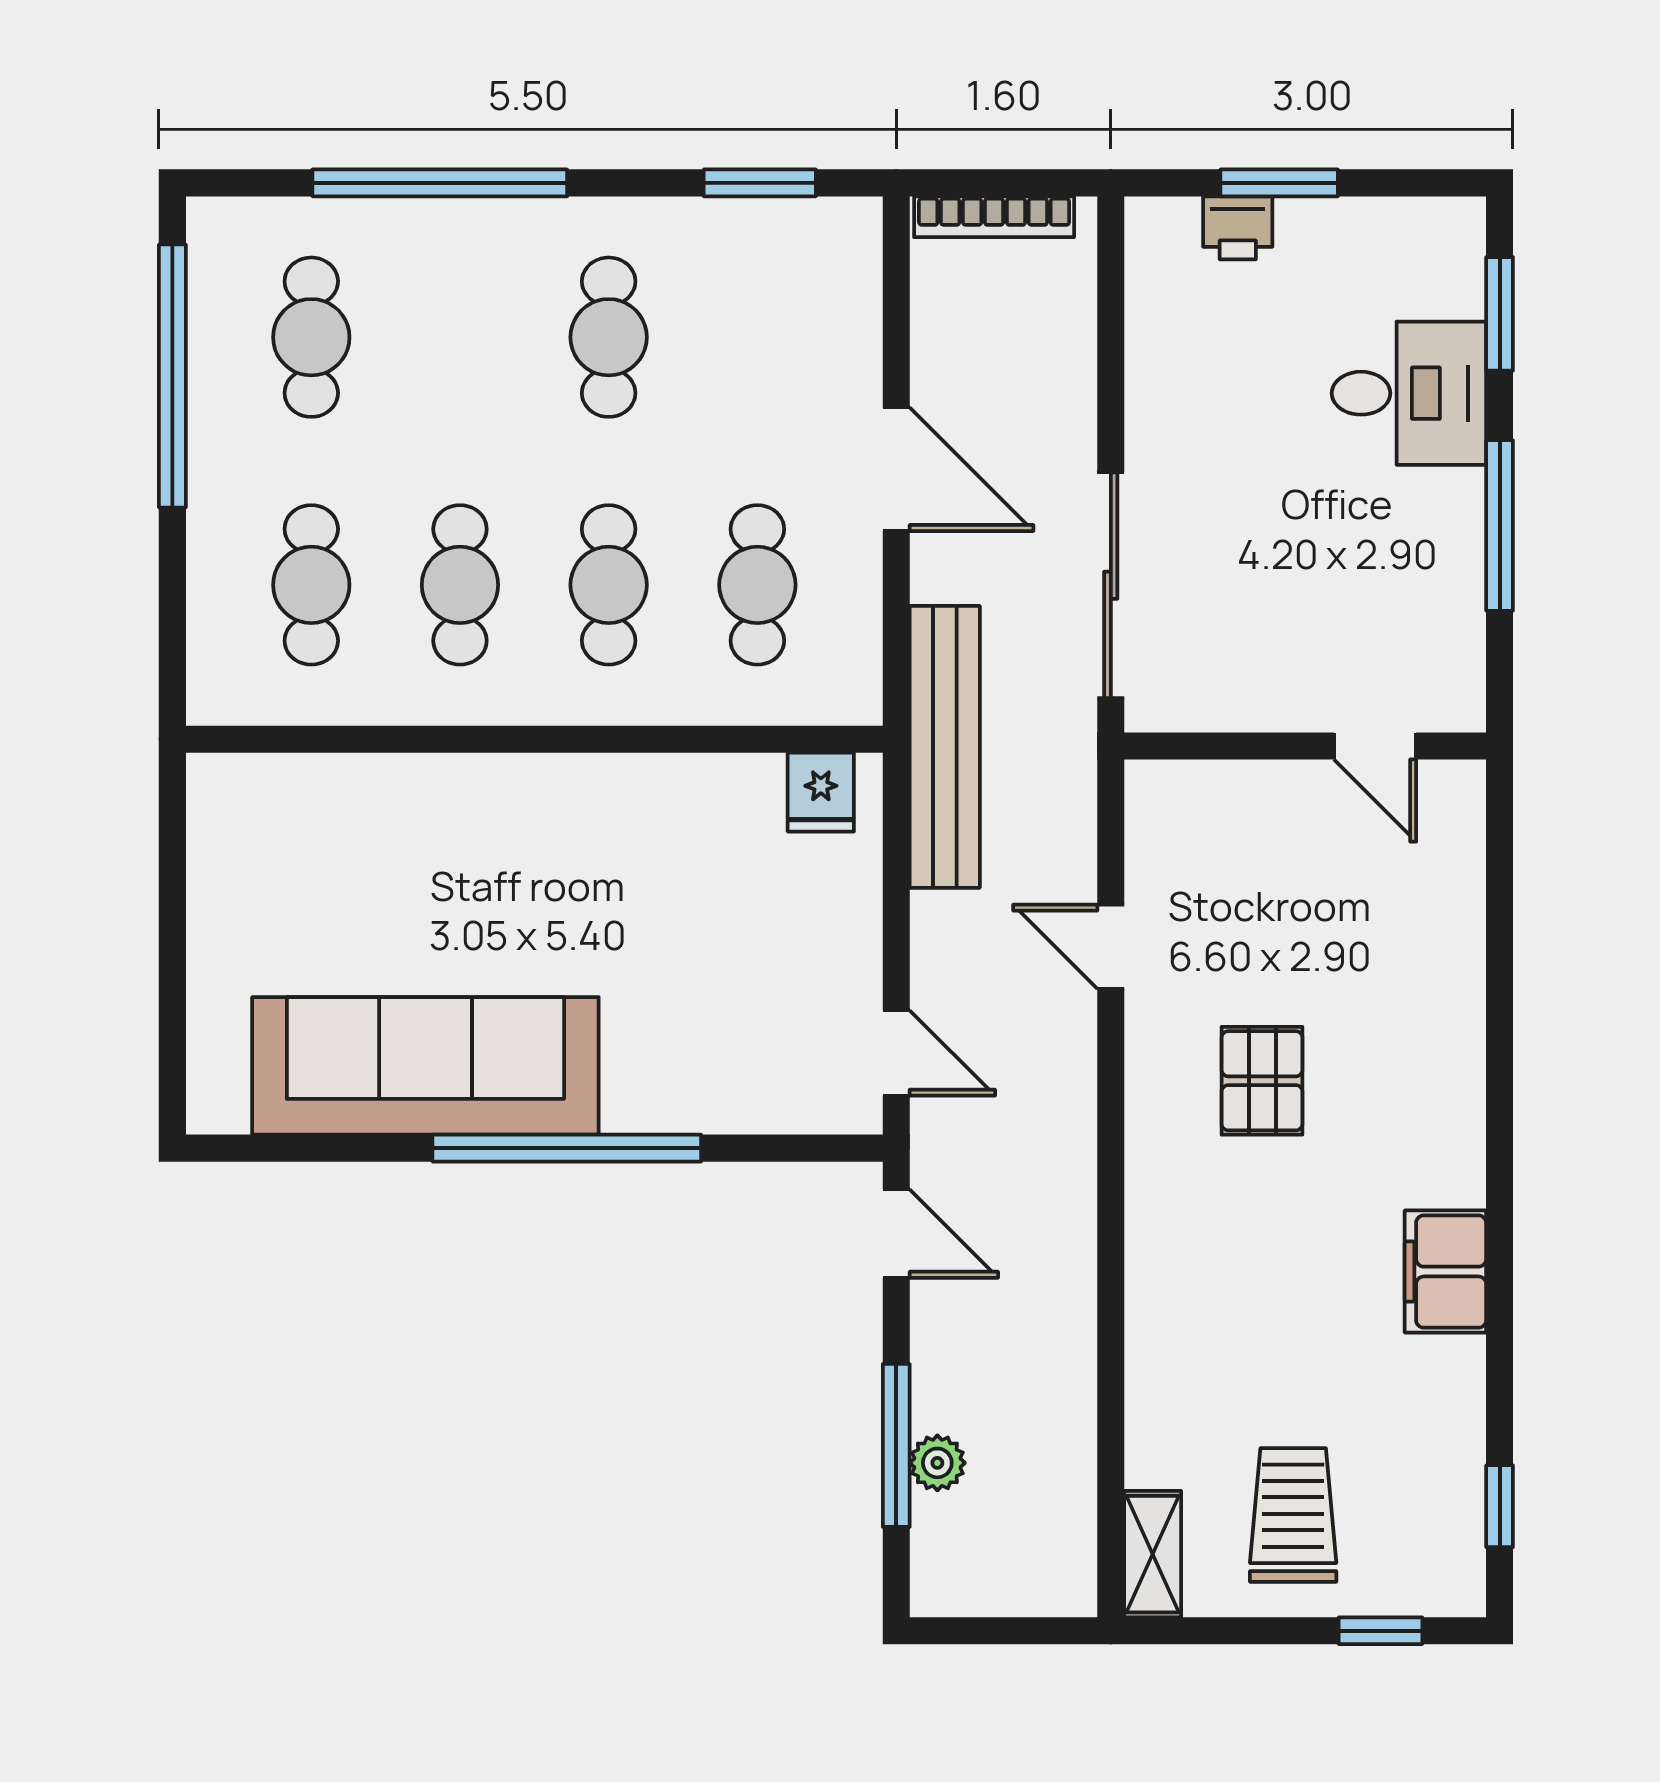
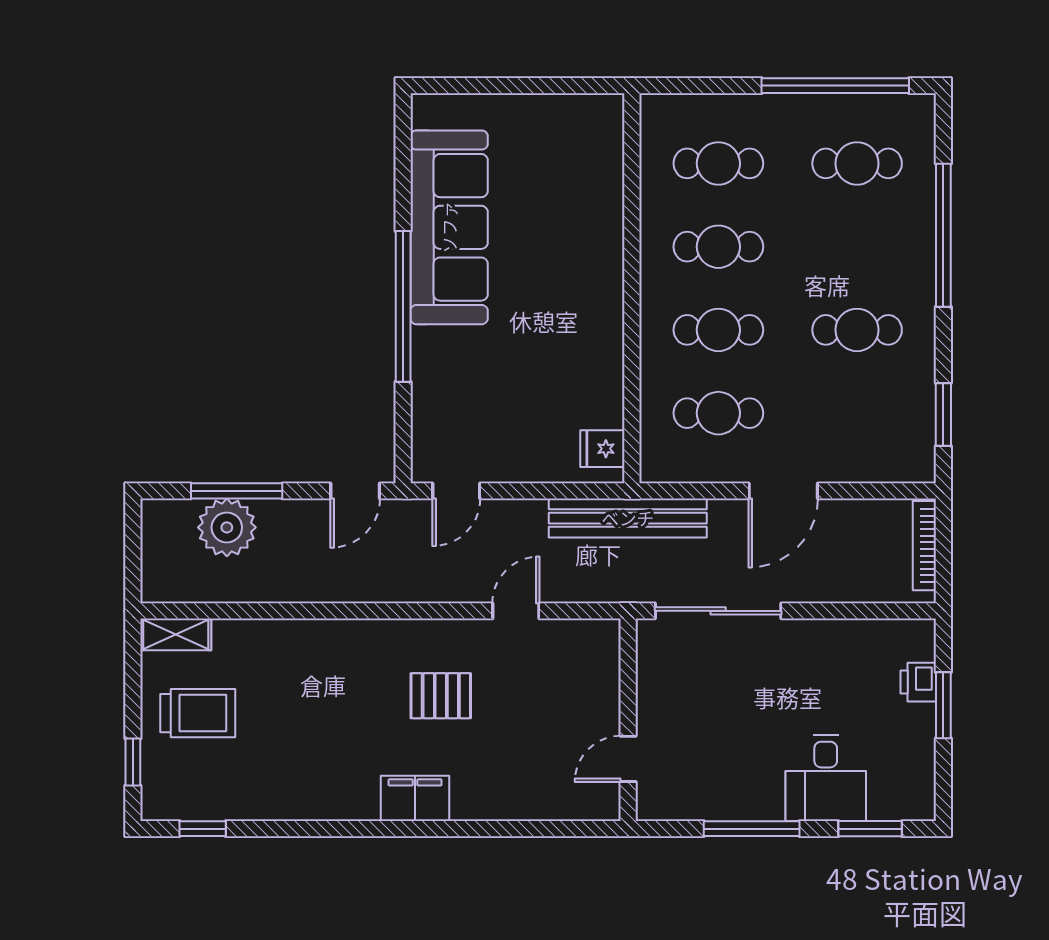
filing cabinet: (1445, 1272) -> (415, 798), moved
plant: (937, 1463) -> (227, 527), width x1.87, depth x1.87

